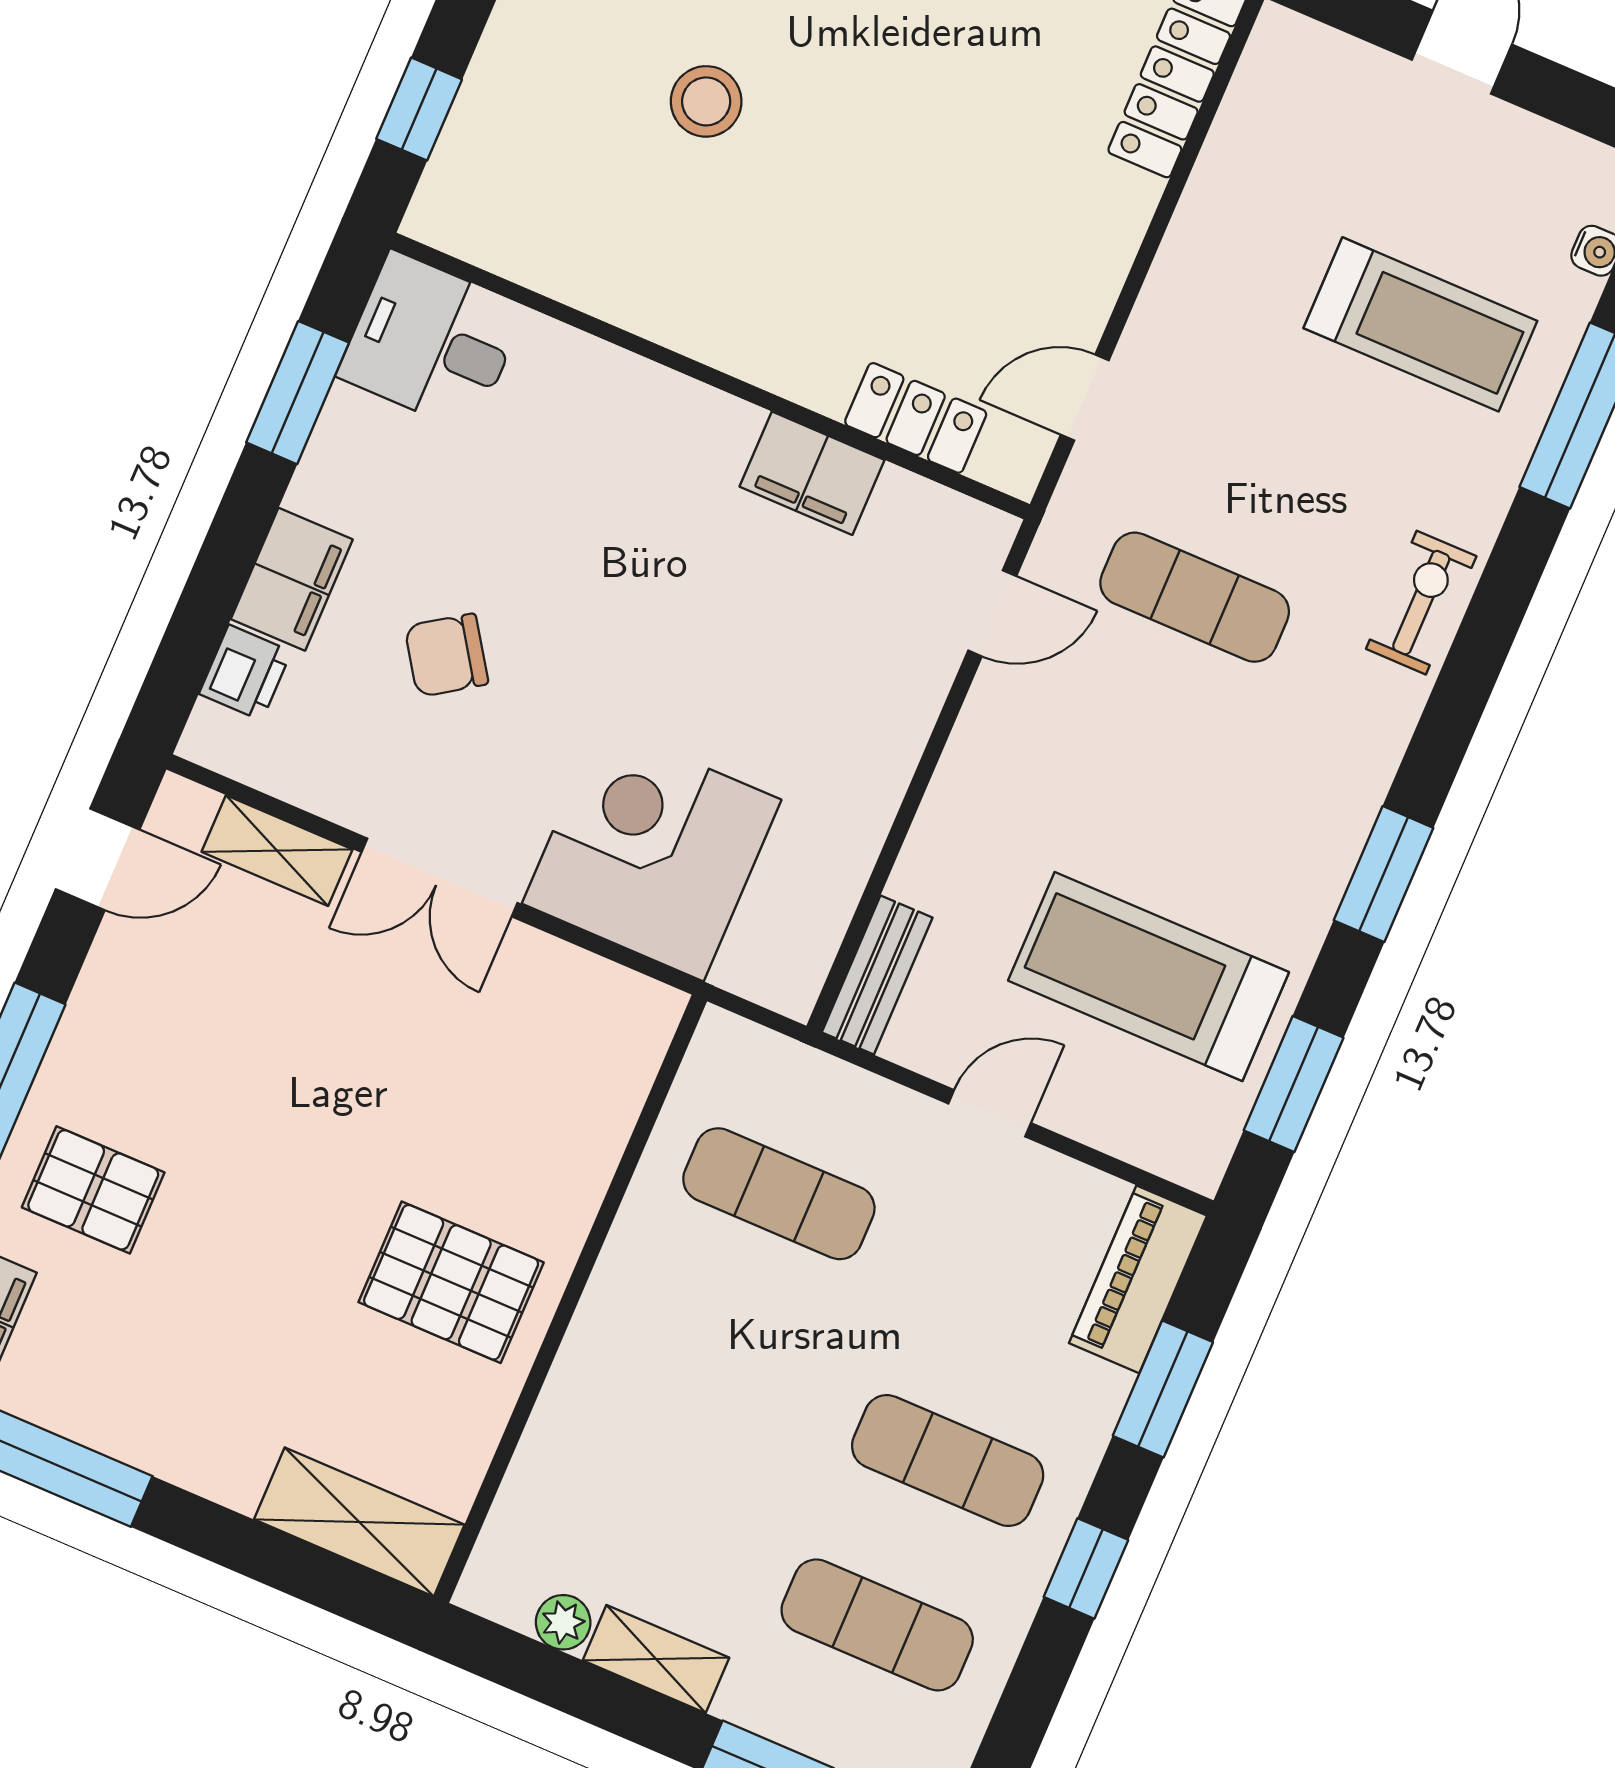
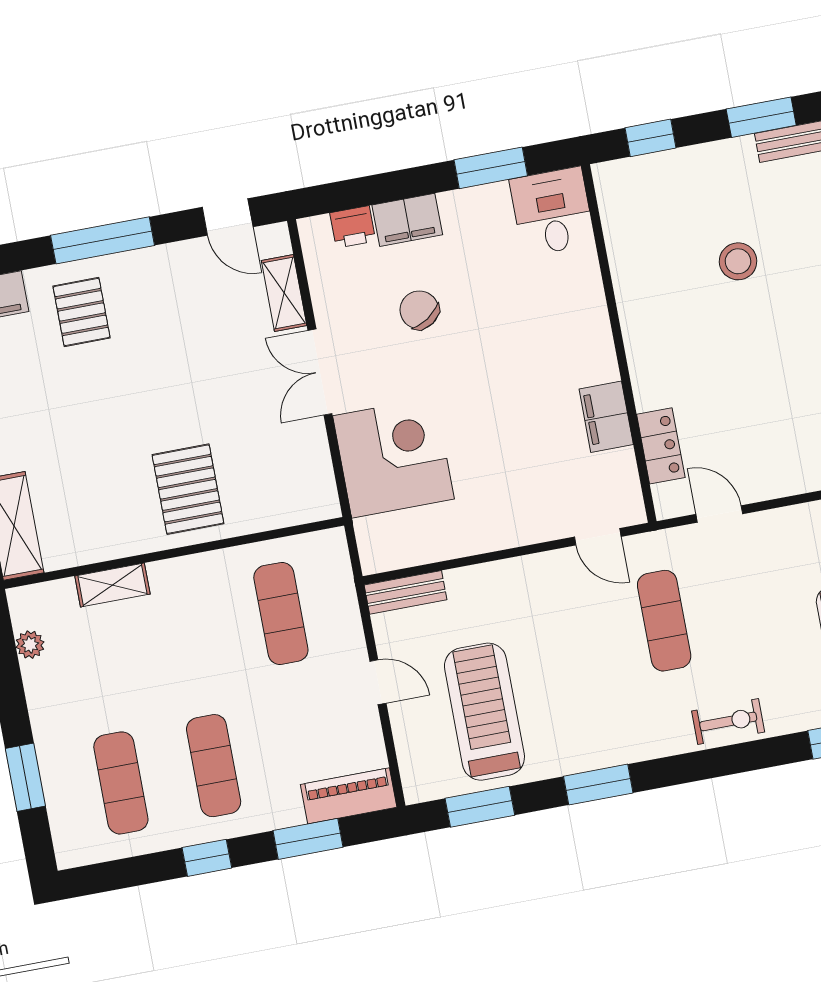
pallet: (451, 1282) -> (188, 489), moved
shelving: (656, 1659) -> (112, 585), moved, turned 90

